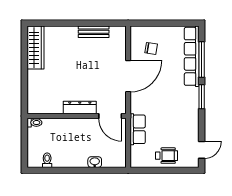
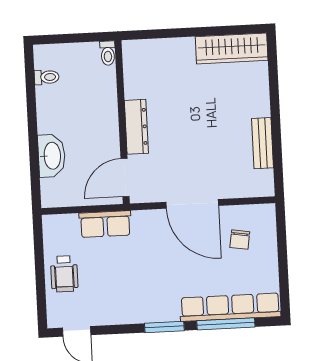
washbasin: (95, 162) -> (52, 156), width x1.91, depth x1.45

